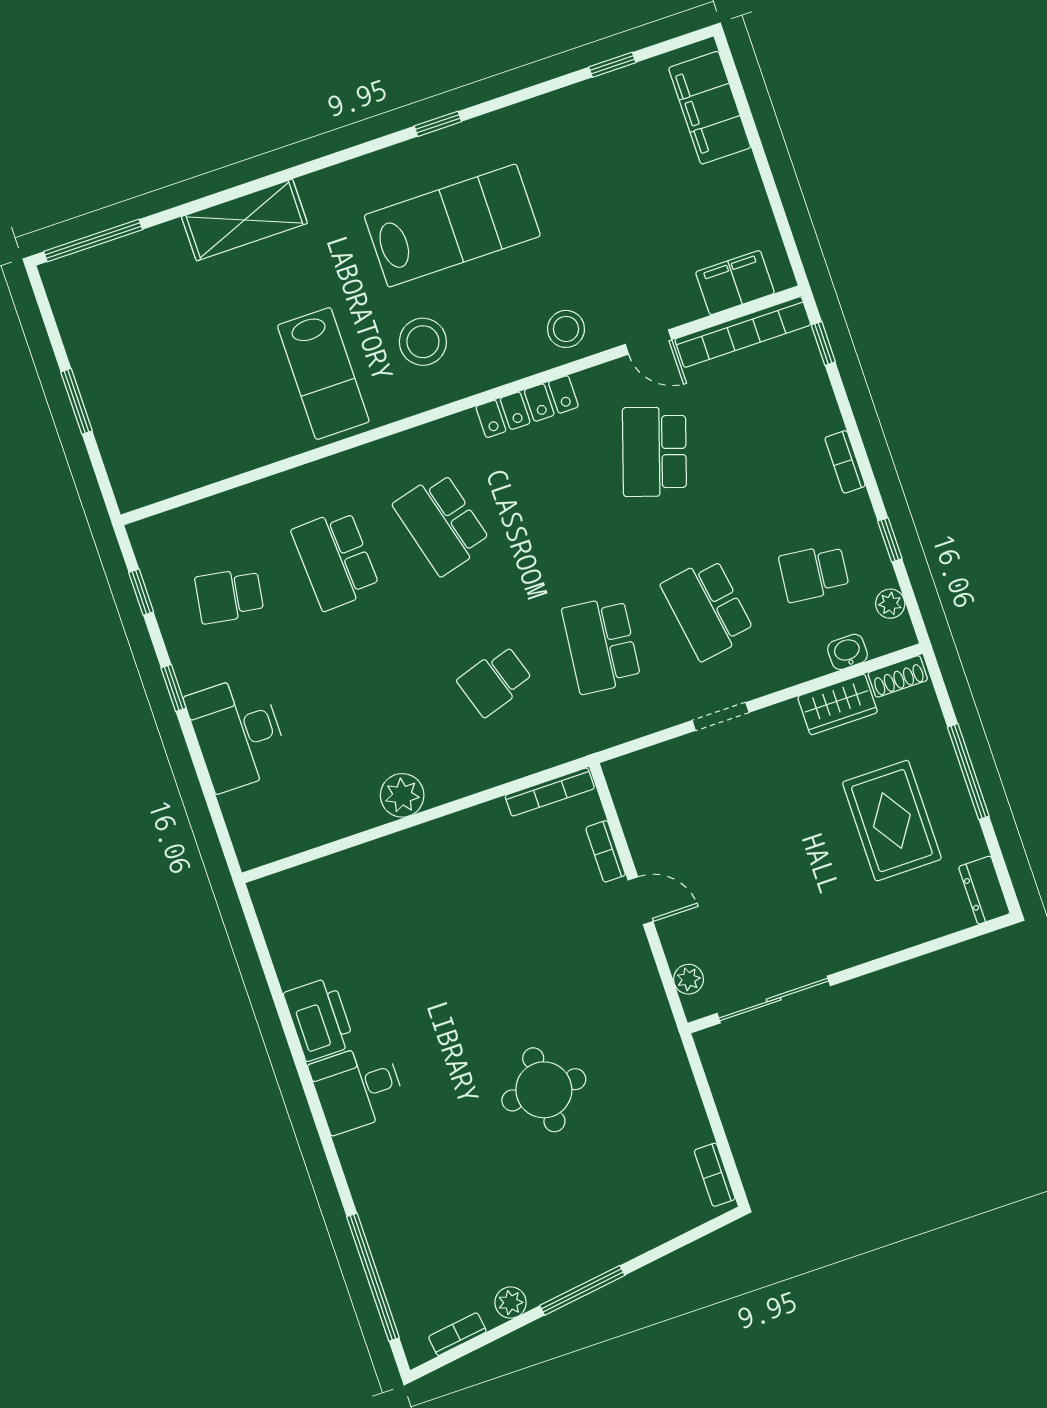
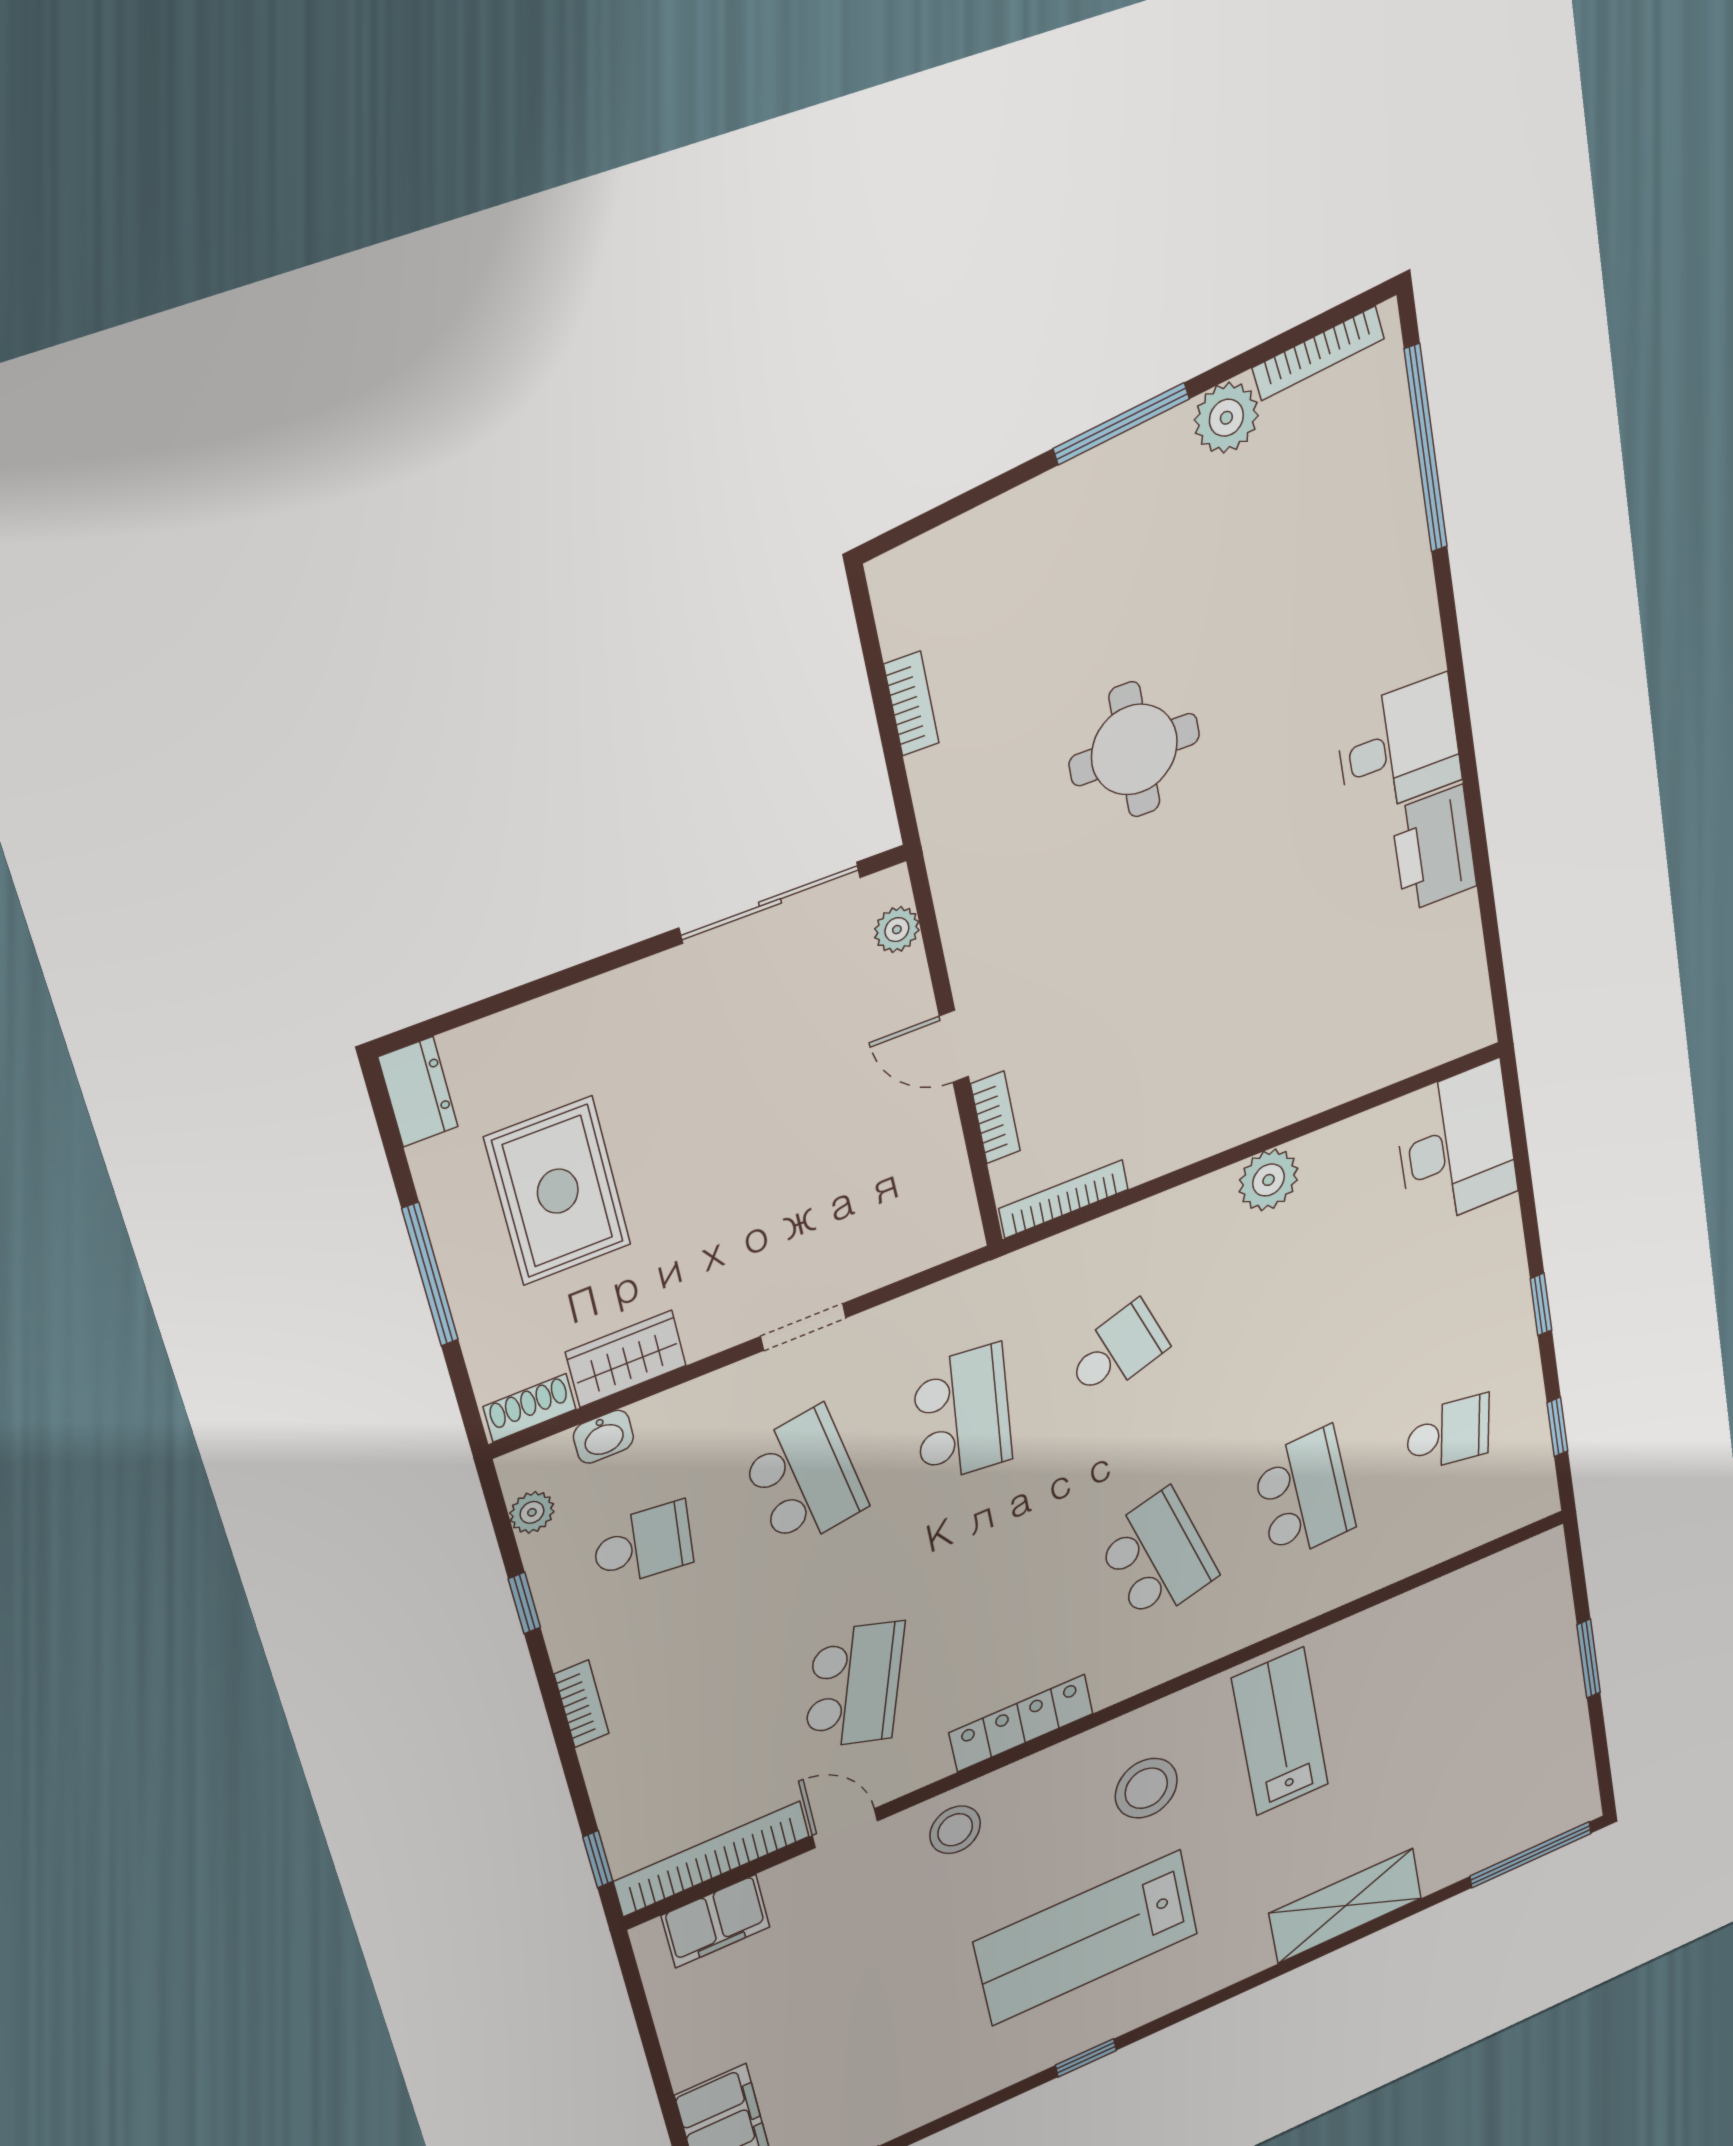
desk: (238, 733) -> (1456, 1146), moved
bookcase: (715, 1175) -> (911, 704), moved
plant: (511, 1303) -> (1226, 418), width x1.38, depth x1.38
bookcase: (457, 1334) -> (1318, 353), width x1.56

